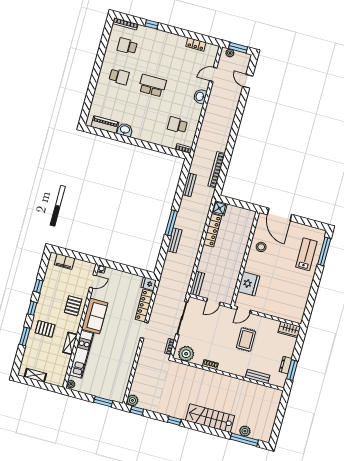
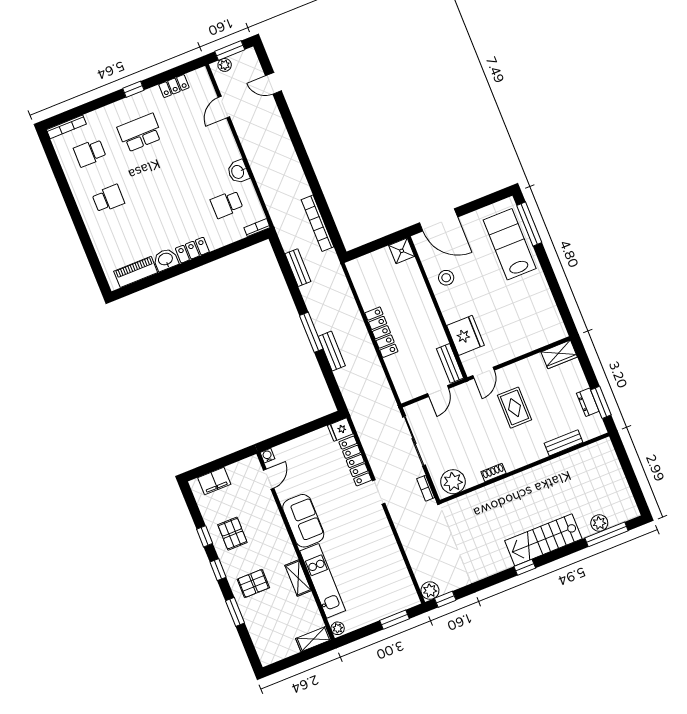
window: (152, 24) -> (133, 89), moved
school desk: (152, 86) -> (140, 133), moved
washbasin: (200, 96) -> (238, 172), moved
locker: (142, 135) -> (192, 250), added
shower: (219, 208) -> (402, 251), moved
locker: (212, 230) -> (381, 332), moved
lab bench: (306, 254) -> (510, 244), width x1.36, depth x1.39
bench: (197, 284) -> (450, 363), moved
pallet: (73, 306) -> (232, 534), moved
shelving: (35, 375) -> (313, 639), moved
window: (174, 421) -> (525, 567), moved

